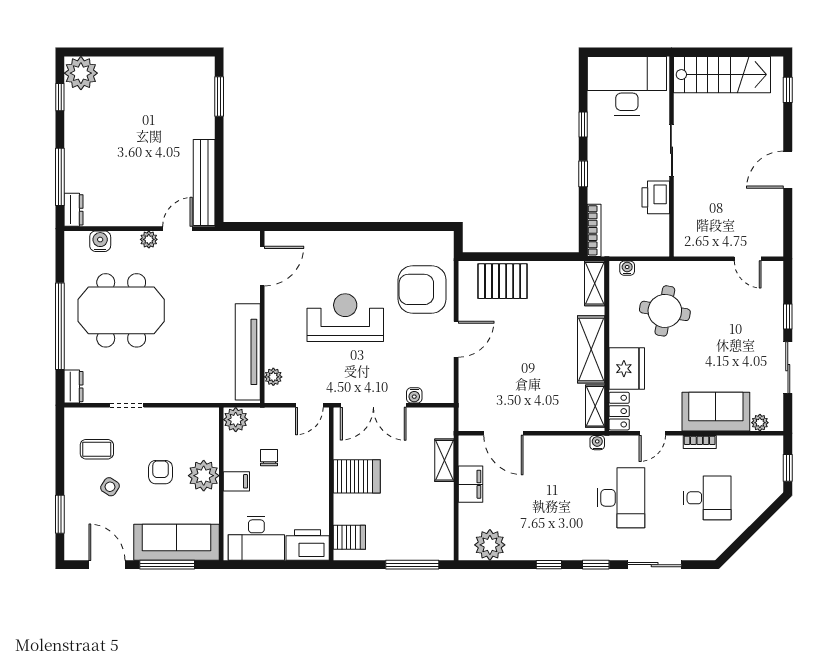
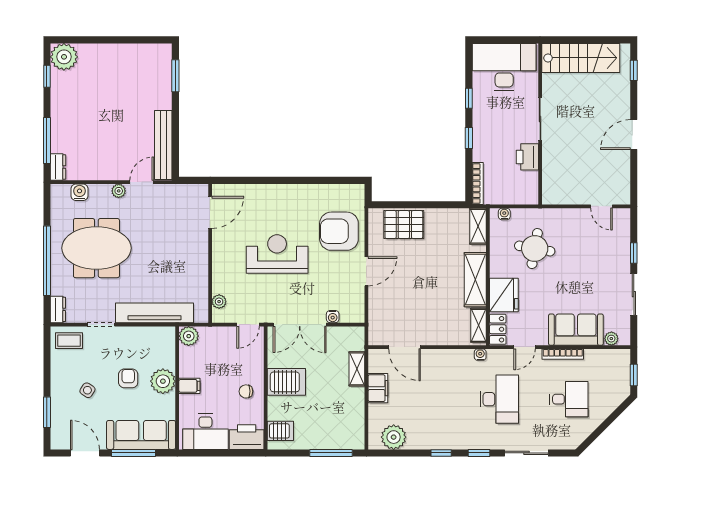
tv unit: (248, 352) -> (154, 313), moved, turned 90
bookcase: (700, 442) -> (563, 354), width x1.56
coffee table: (97, 449) -> (69, 341), moved
chair: (269, 458) -> (246, 391), moved, turned -90

